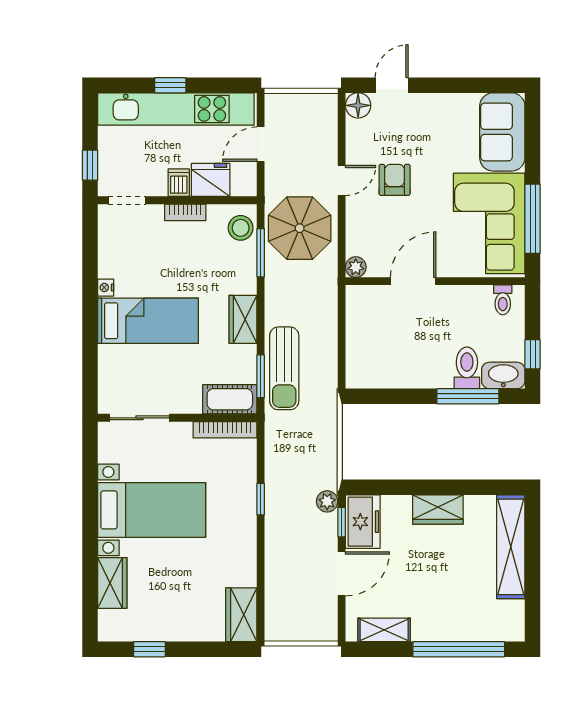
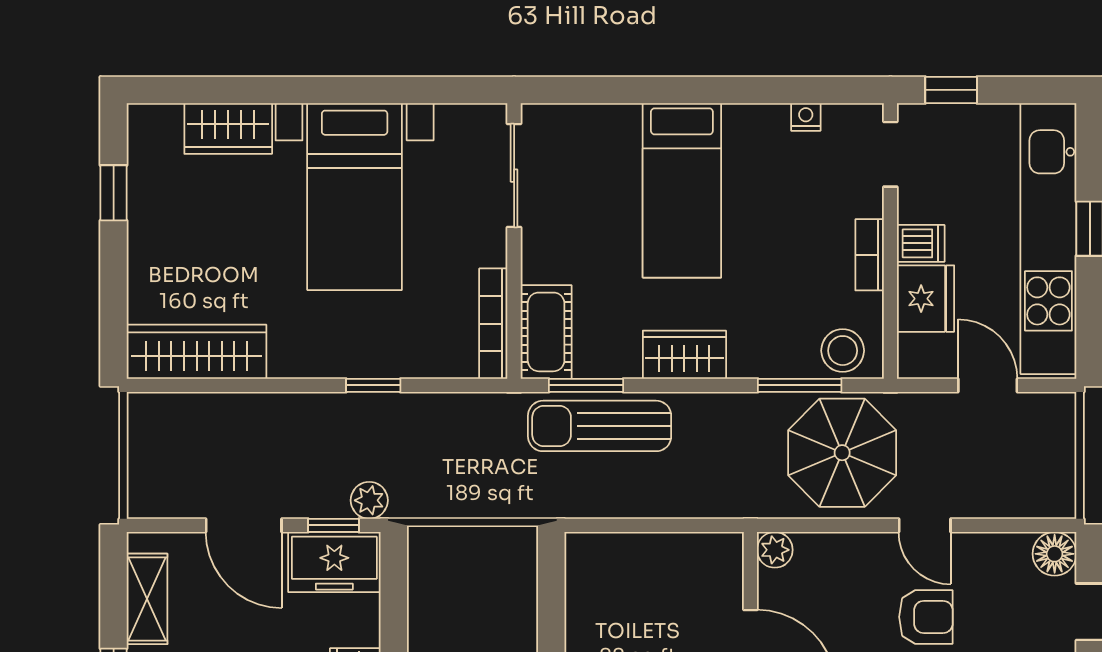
nightstand: (106, 288) -> (806, 117), moved
wardrobe: (241, 615) -> (197, 352), width x1.50

